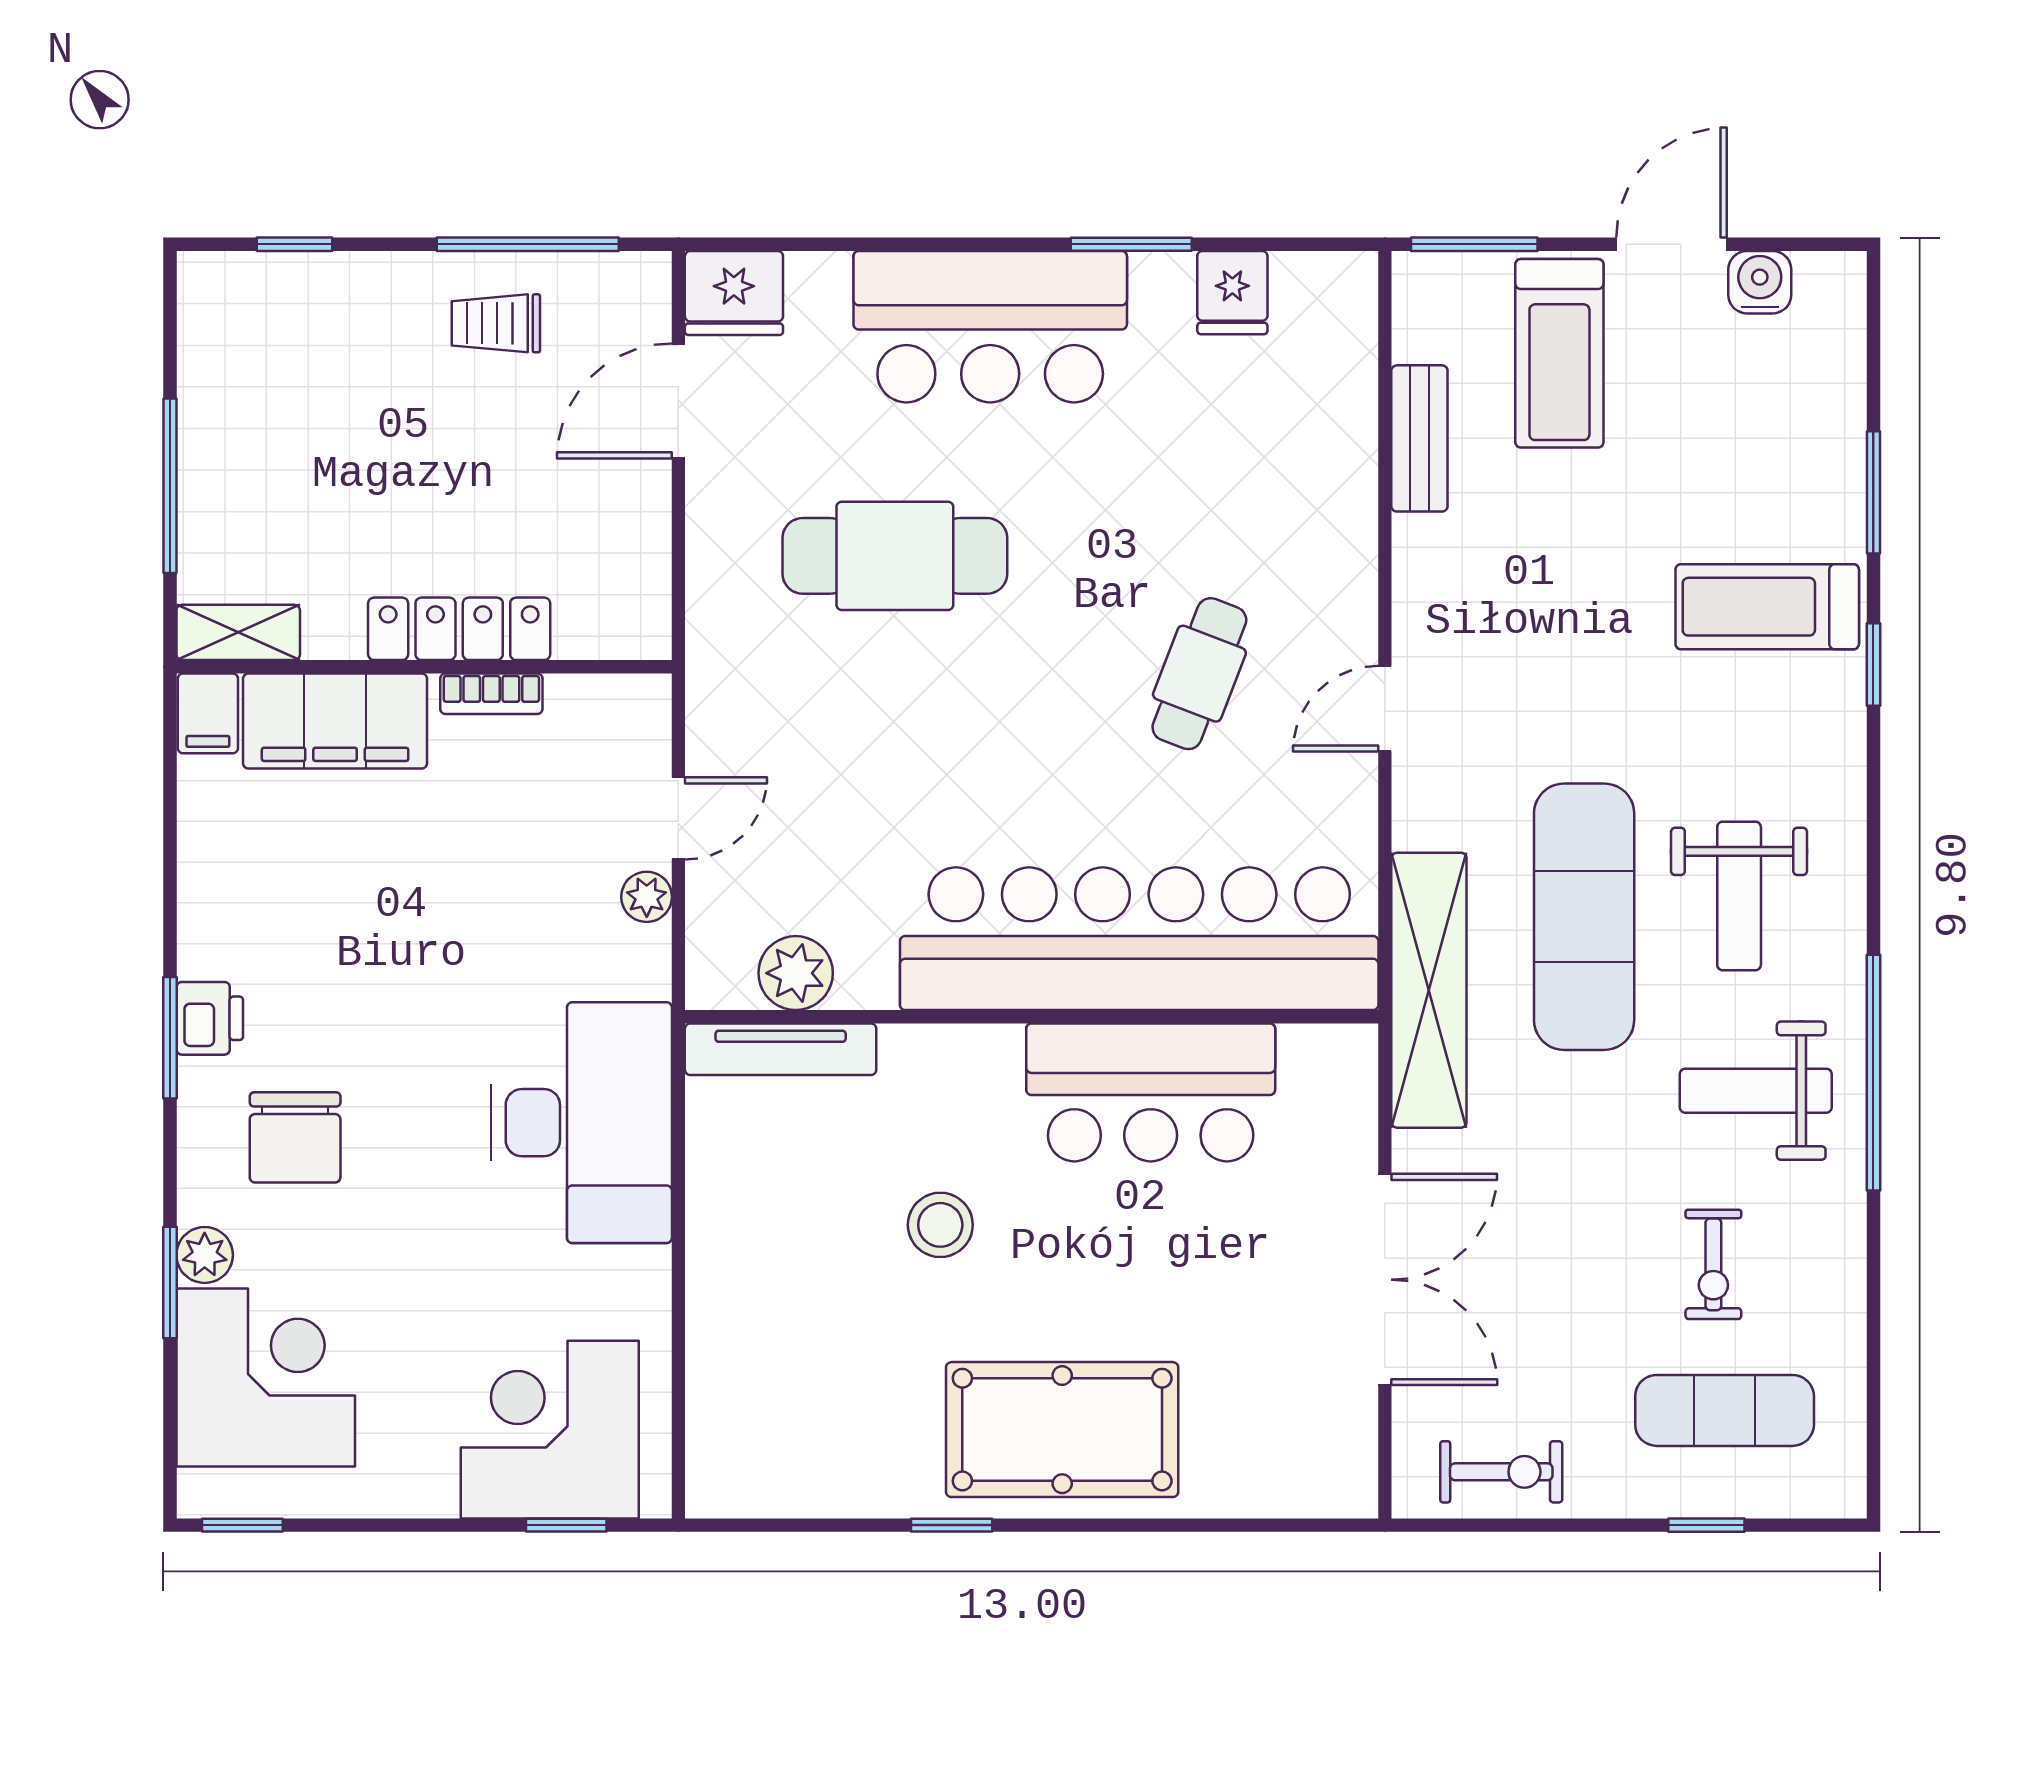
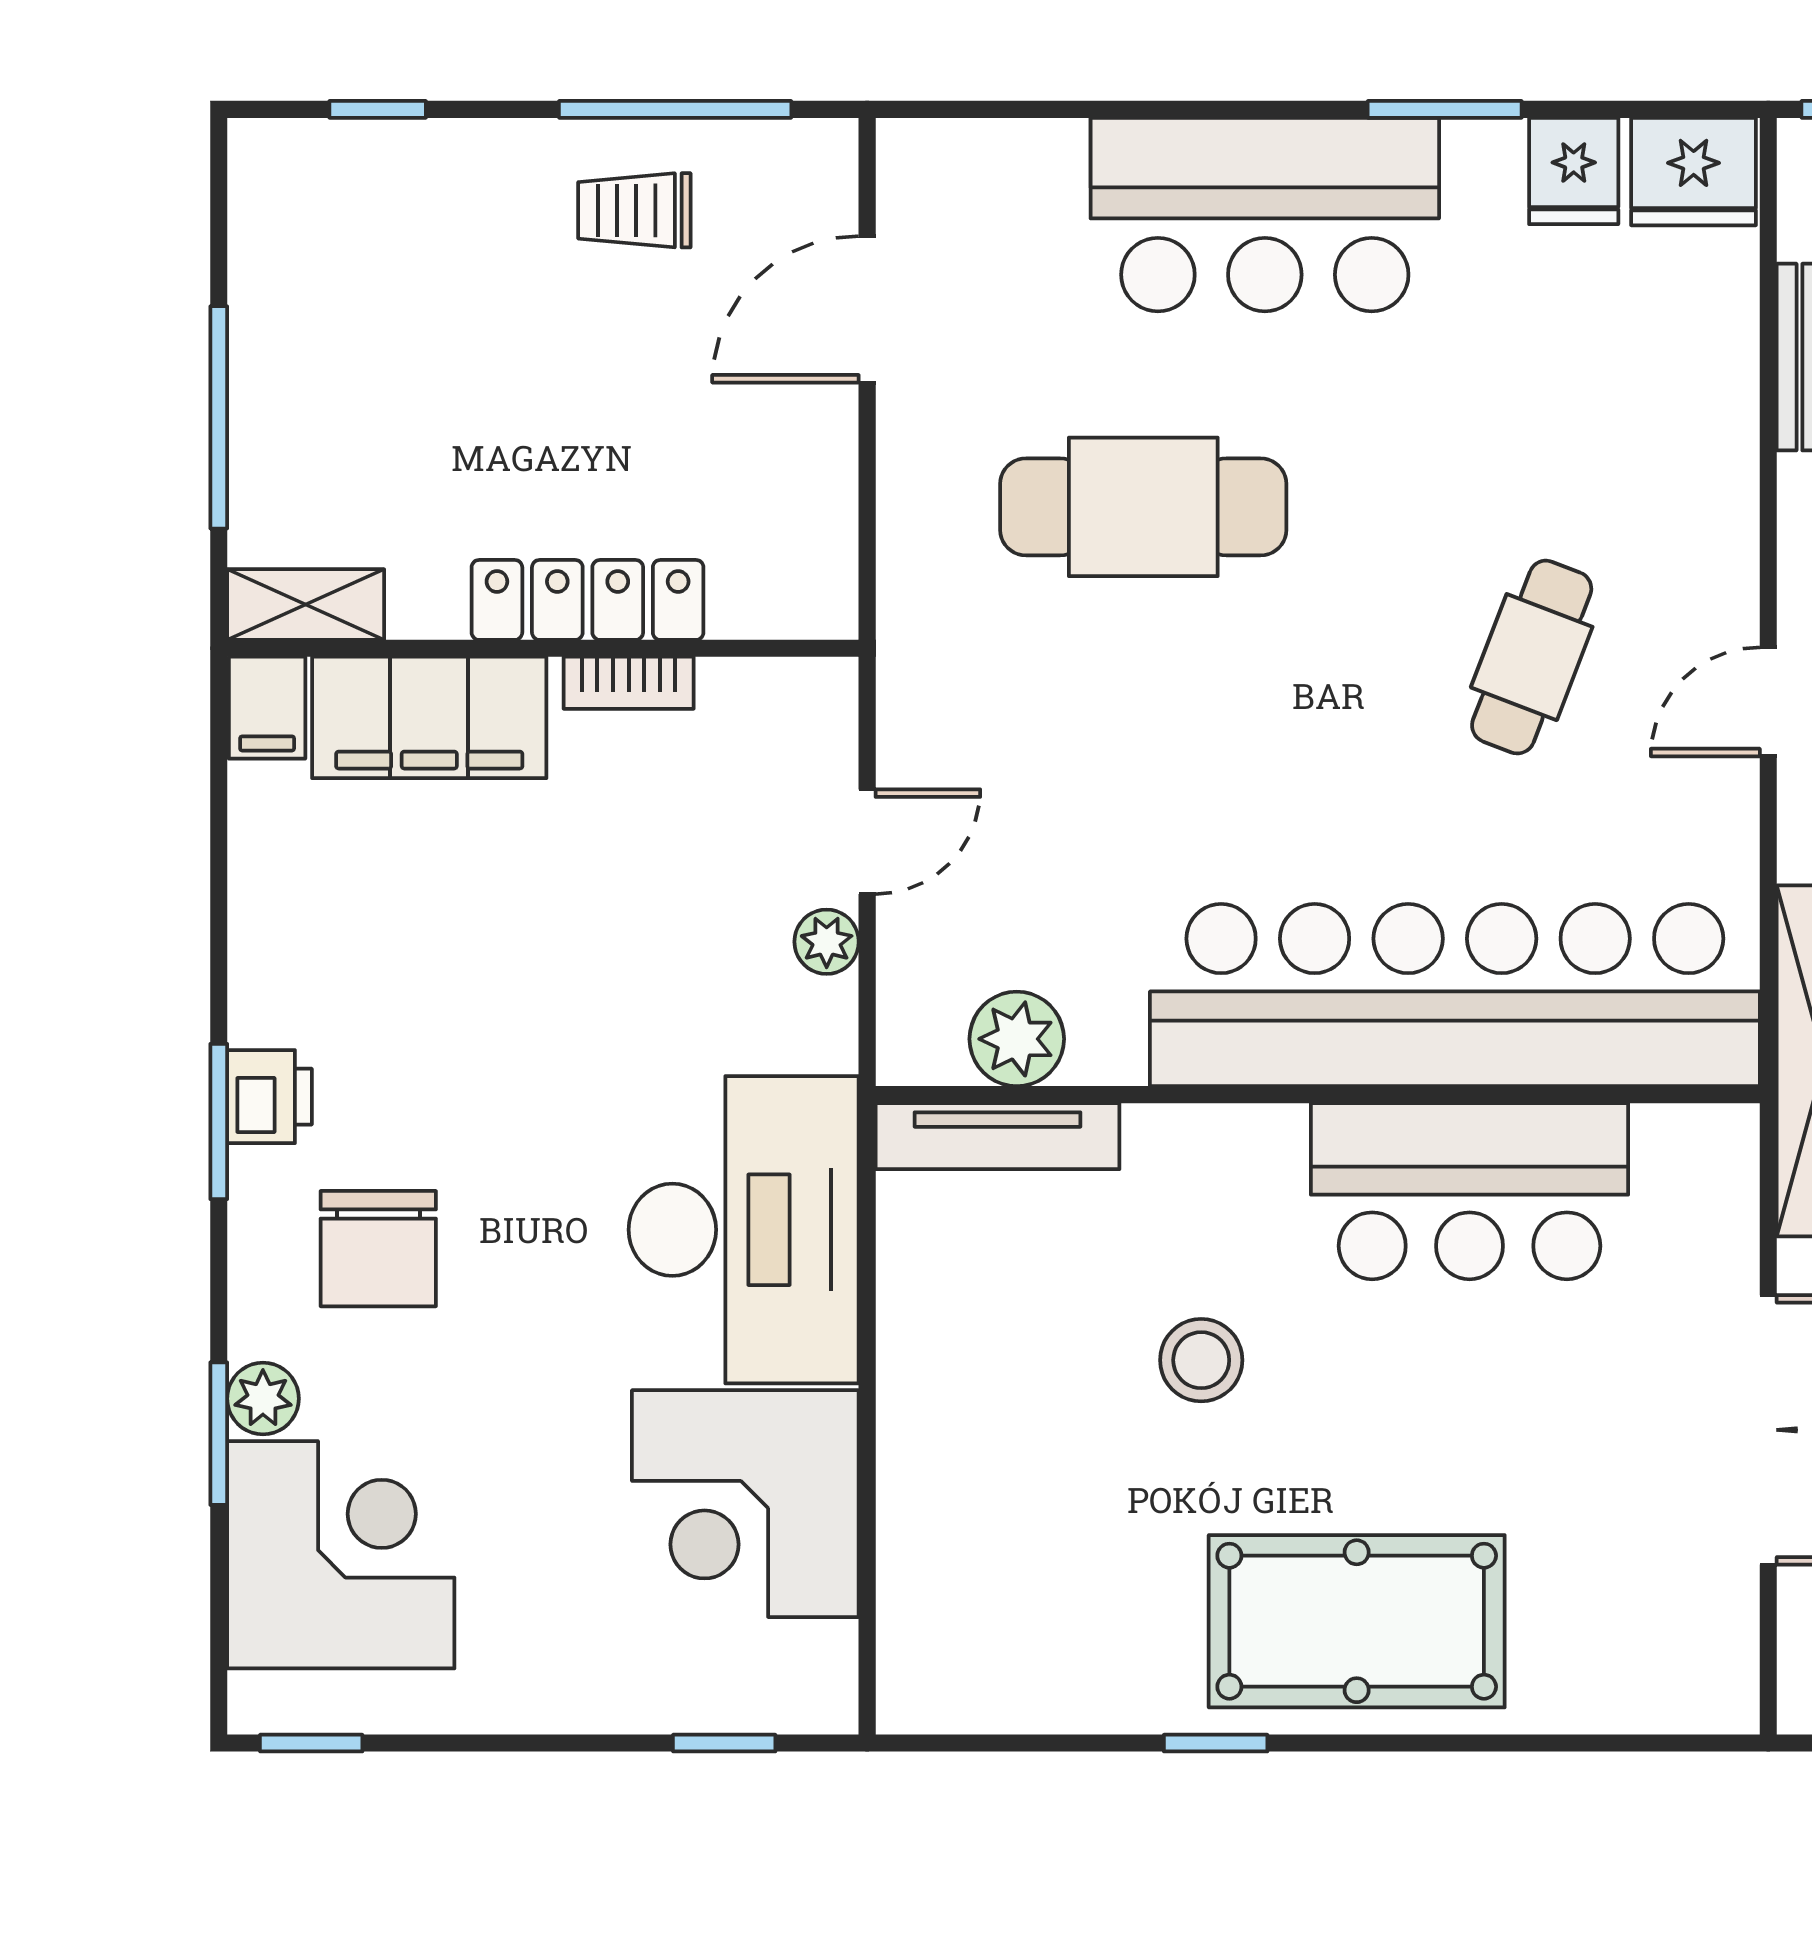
fridge: (734, 293) -> (1694, 172), moved
corner desk: (550, 1430) -> (745, 1504), moved, turned -90

